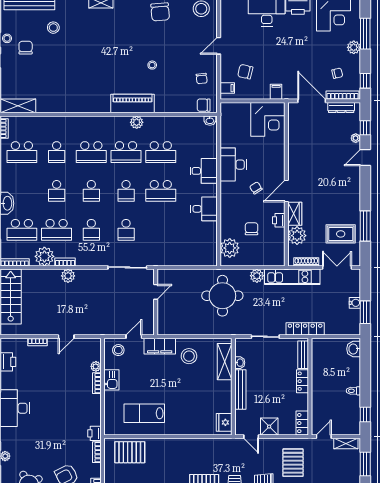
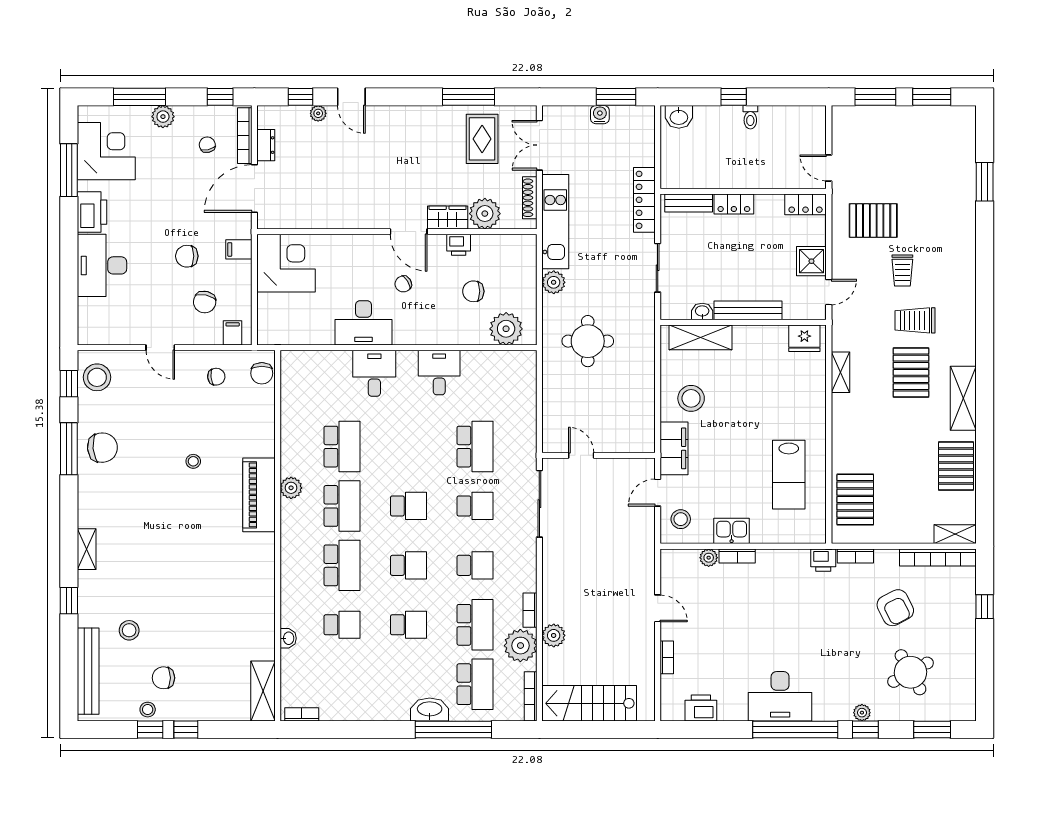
chair: (272, 61) -> (187, 256), added
dresser: (341, 107) -> (266, 145), width x0.70
washbasin: (210, 121) -> (288, 638), moved
school desk: (22, 152) -> (342, 684), removed
school desk: (161, 191) -> (475, 447), moved
plant: (68, 276) -> (554, 635), moved
round table: (222, 296) -> (588, 341), width x0.73, depth x0.73
door: (134, 337) -> (658, 493), hinge flipped
window: (365, 415) -> (734, 97), moved
shelving: (346, 444) -> (840, 372), moved

